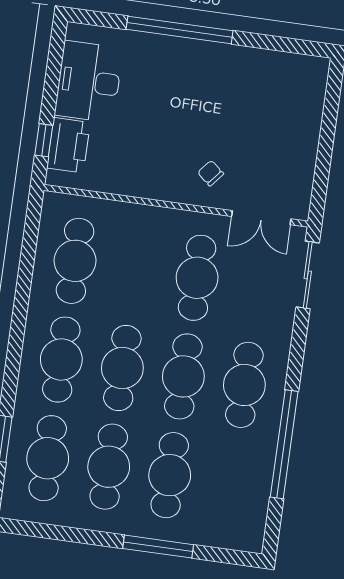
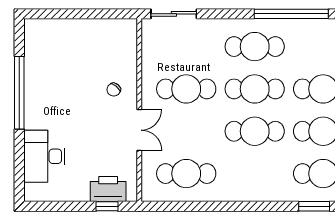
window: (180, 30) -> (19, 93), moved
desk: (89, 82) -> (44, 156), moved, turned 90
double door: (261, 218) -> (139, 130), moved
cafe table: (61, 360) -> (255, 174), removed

